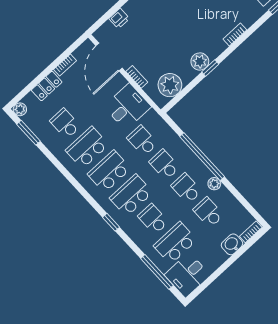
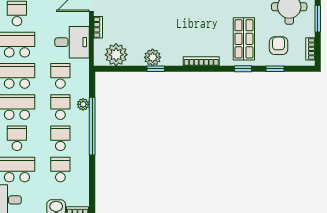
bookcase: (235, 35) -> (201, 61), width x1.56
plant: (214, 184) -> (83, 104), moved

